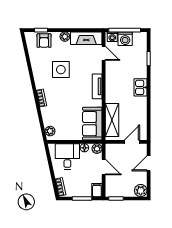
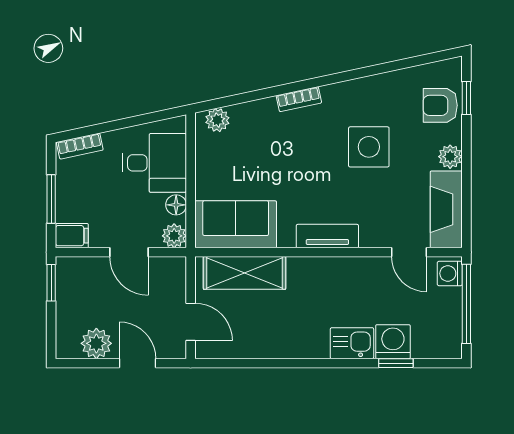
washing machine: (125, 39) -> (393, 342), moved, turned 90
door: (104, 53) -> (409, 252), hinge flipped
kitchen sink: (141, 87) -> (352, 343), moved
door: (104, 167) -> (129, 252), hinge flipped
plant: (141, 191) -> (96, 343), moved

